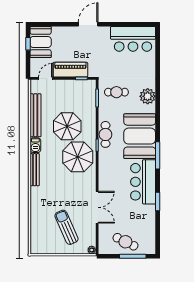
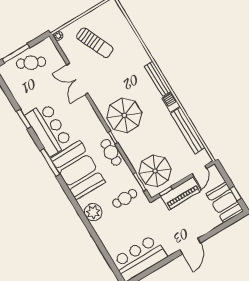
parasol: (67, 126) -> (155, 171), moved

